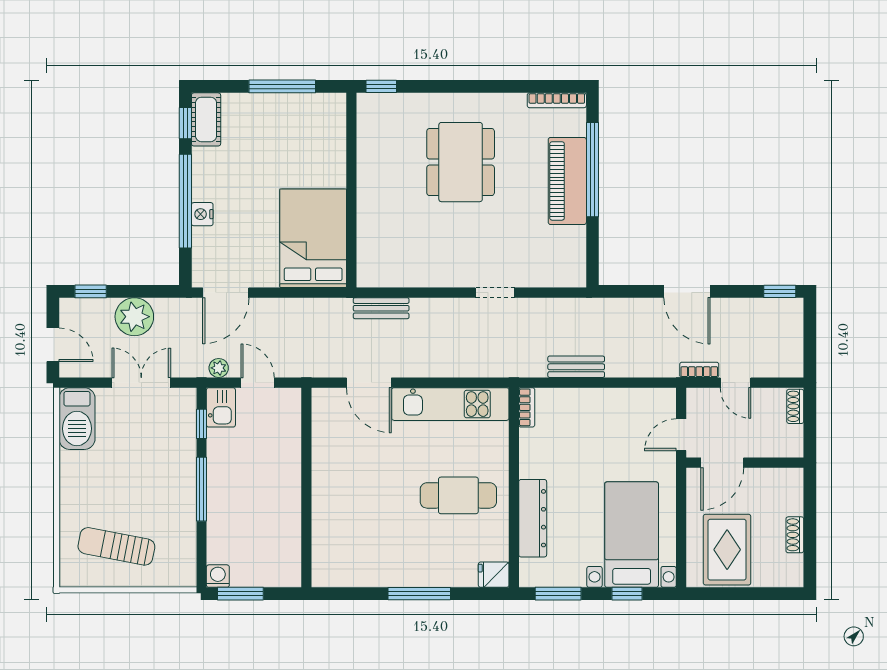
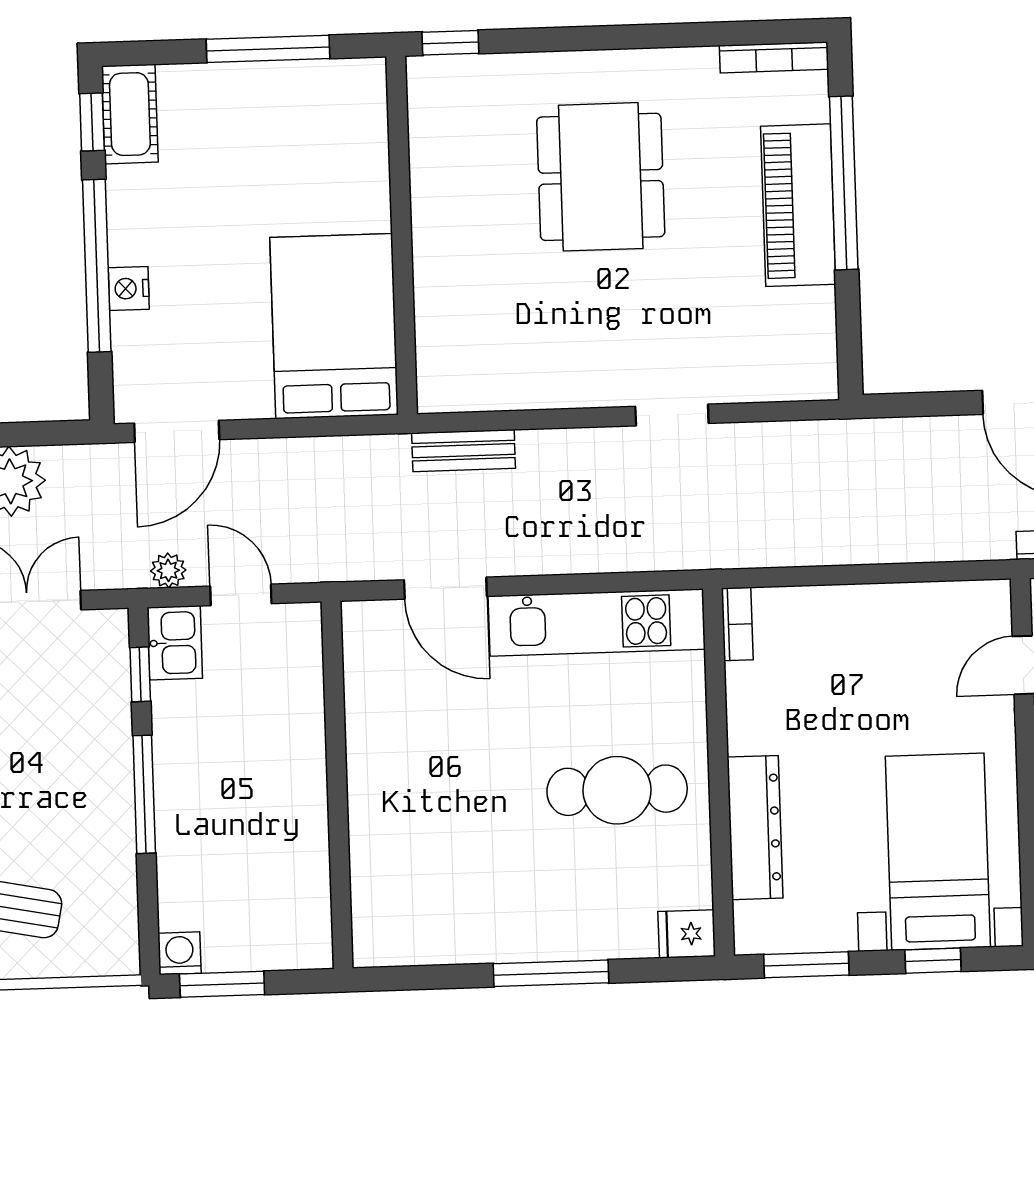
bench: (576, 367) -> (826, 546), removed

